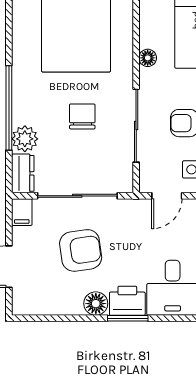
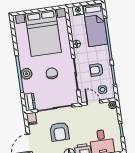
plant: (25, 139) -> (26, 74), moved
door: (167, 196) -> (93, 103), swing flipped
armchair: (81, 250) -> (60, 132), turned 98

